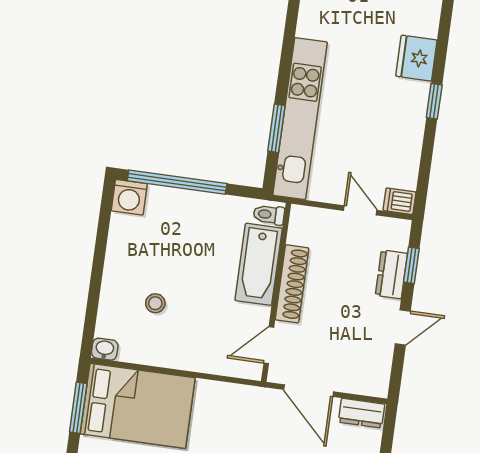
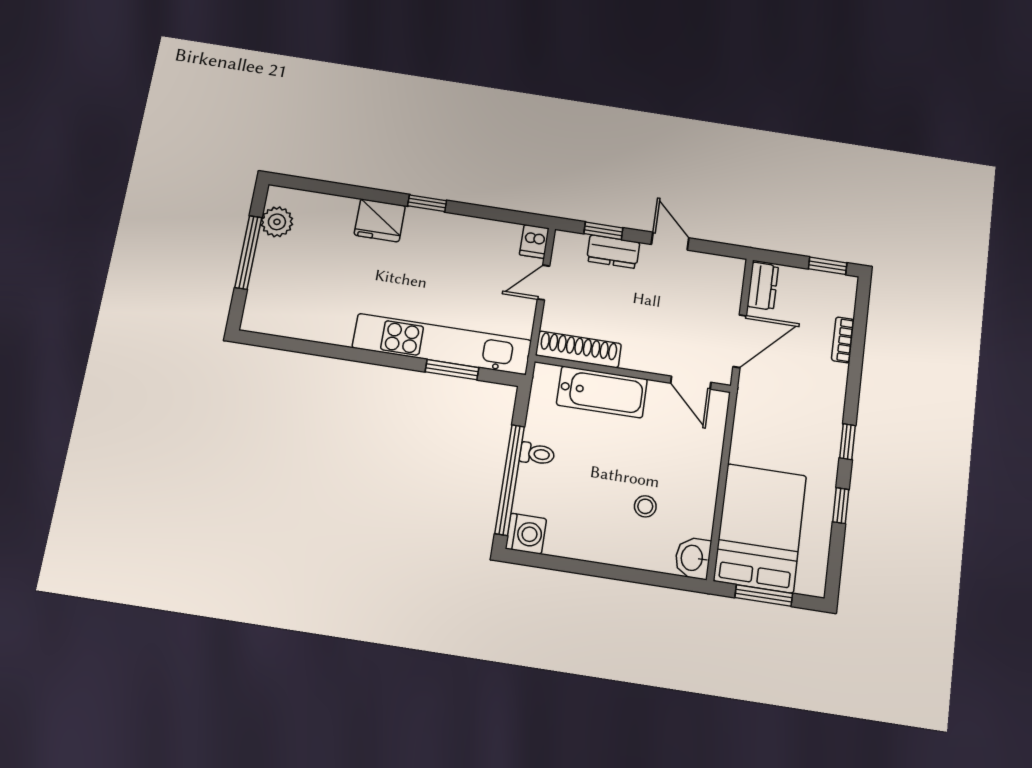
toilet: (269, 215) -> (537, 454), moved, turned -90
shoe rack: (292, 284) -> (578, 349), moved
washbasin: (105, 349) -> (693, 558), width x1.38, depth x1.45

